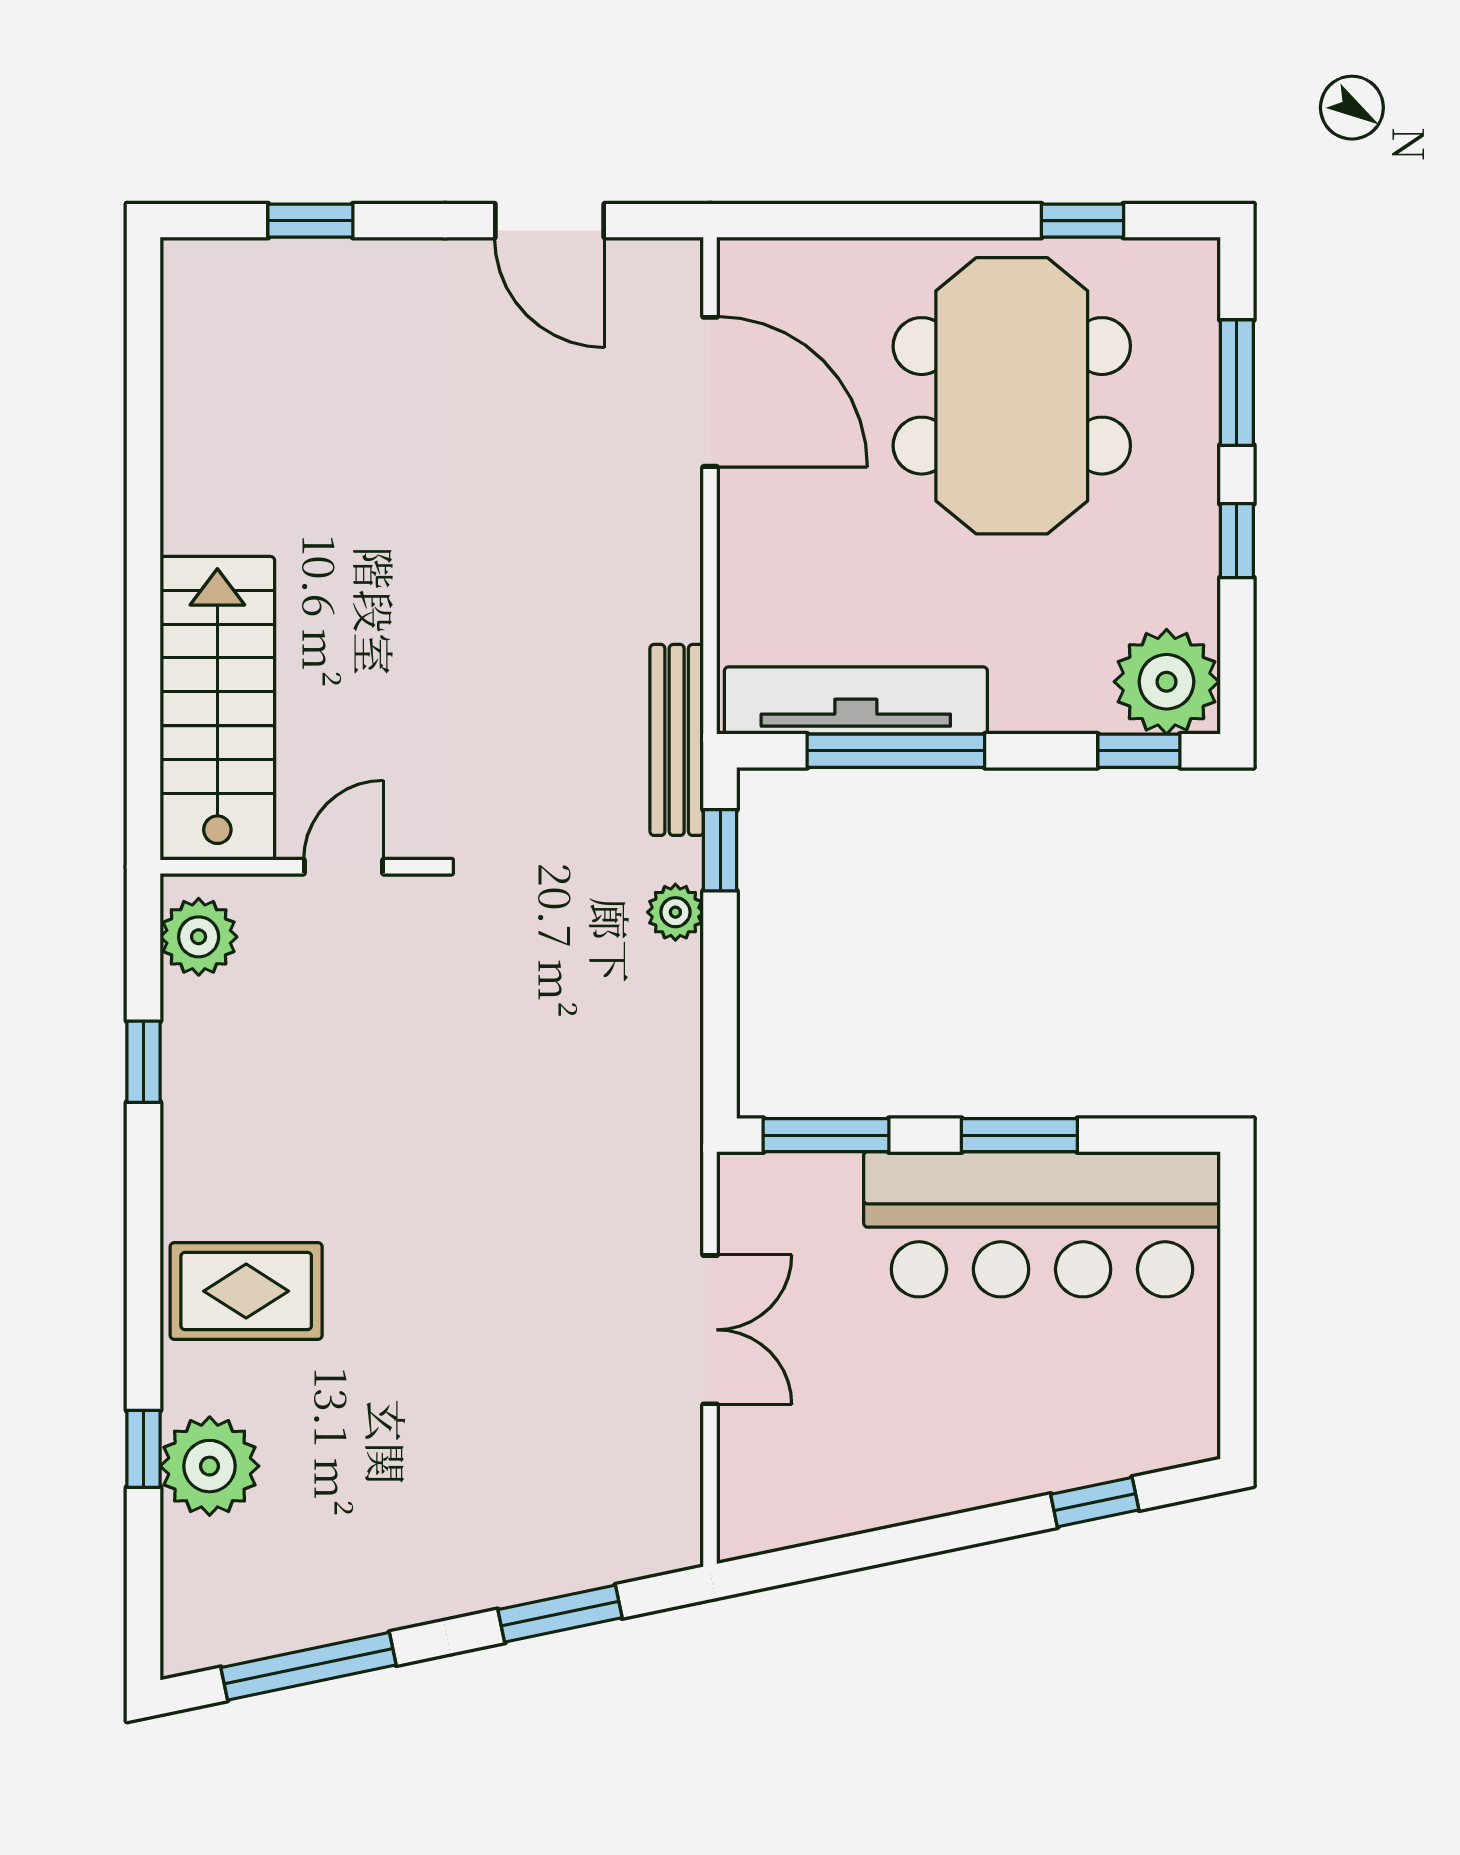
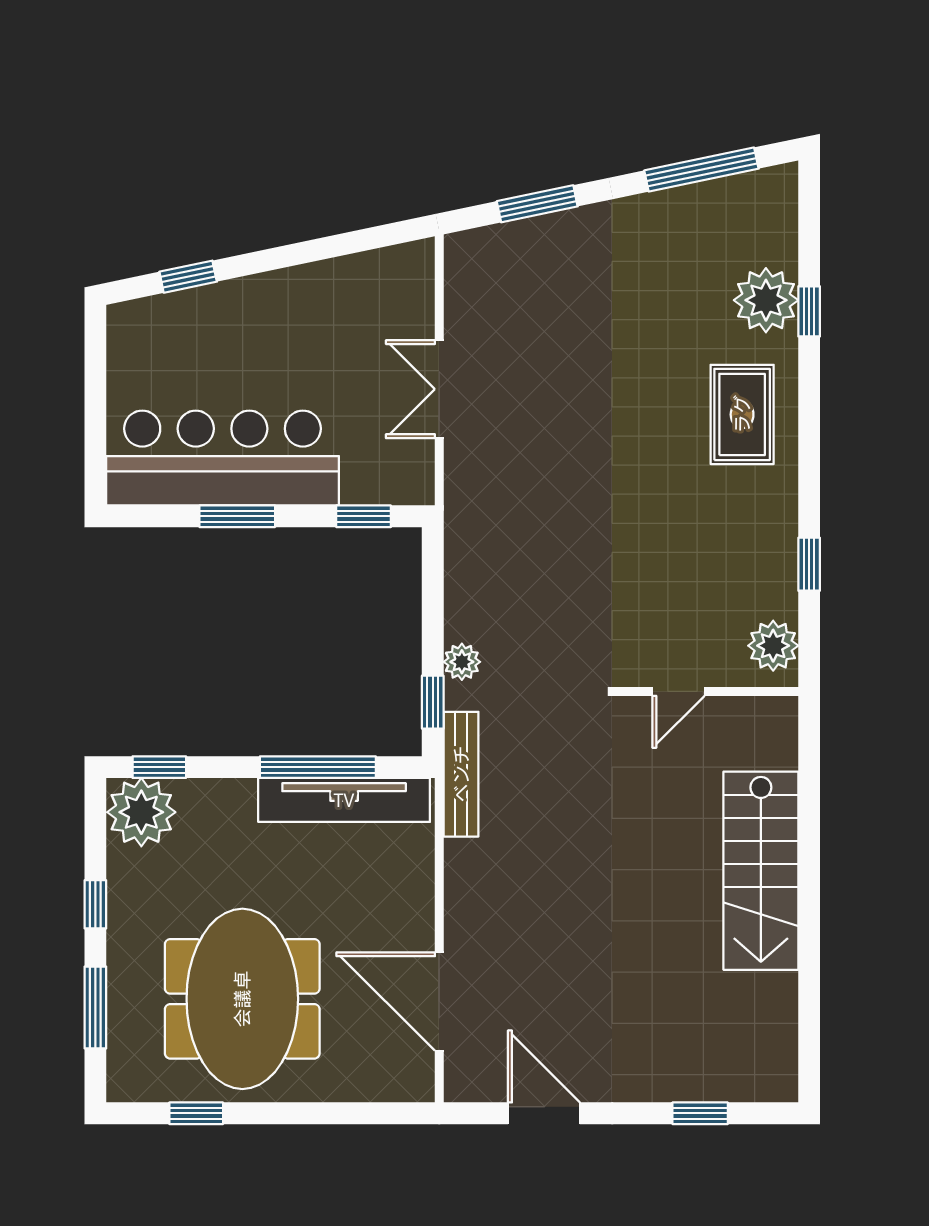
stairs: (217, 708) -> (761, 871), moved
window: (826, 1135) -> (364, 516), width x0.67
rug: (246, 1291) -> (742, 414), turned 90

